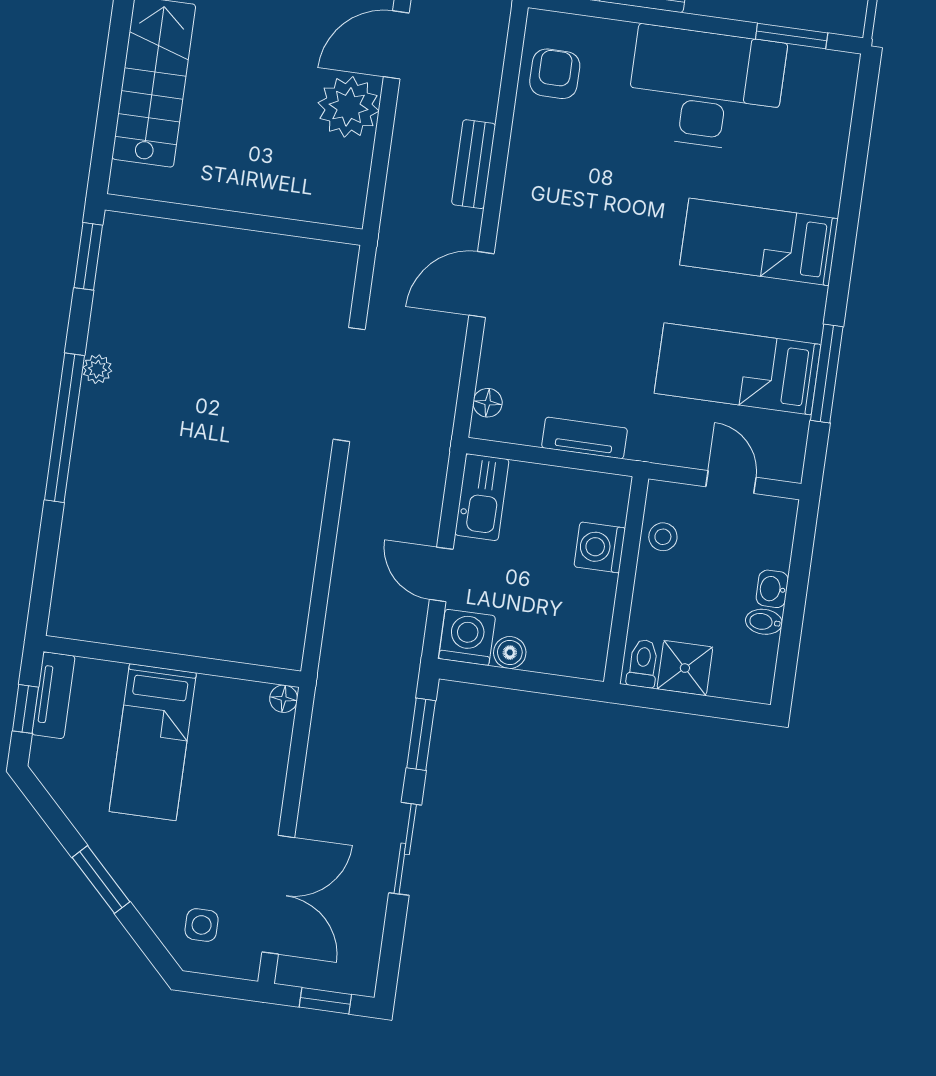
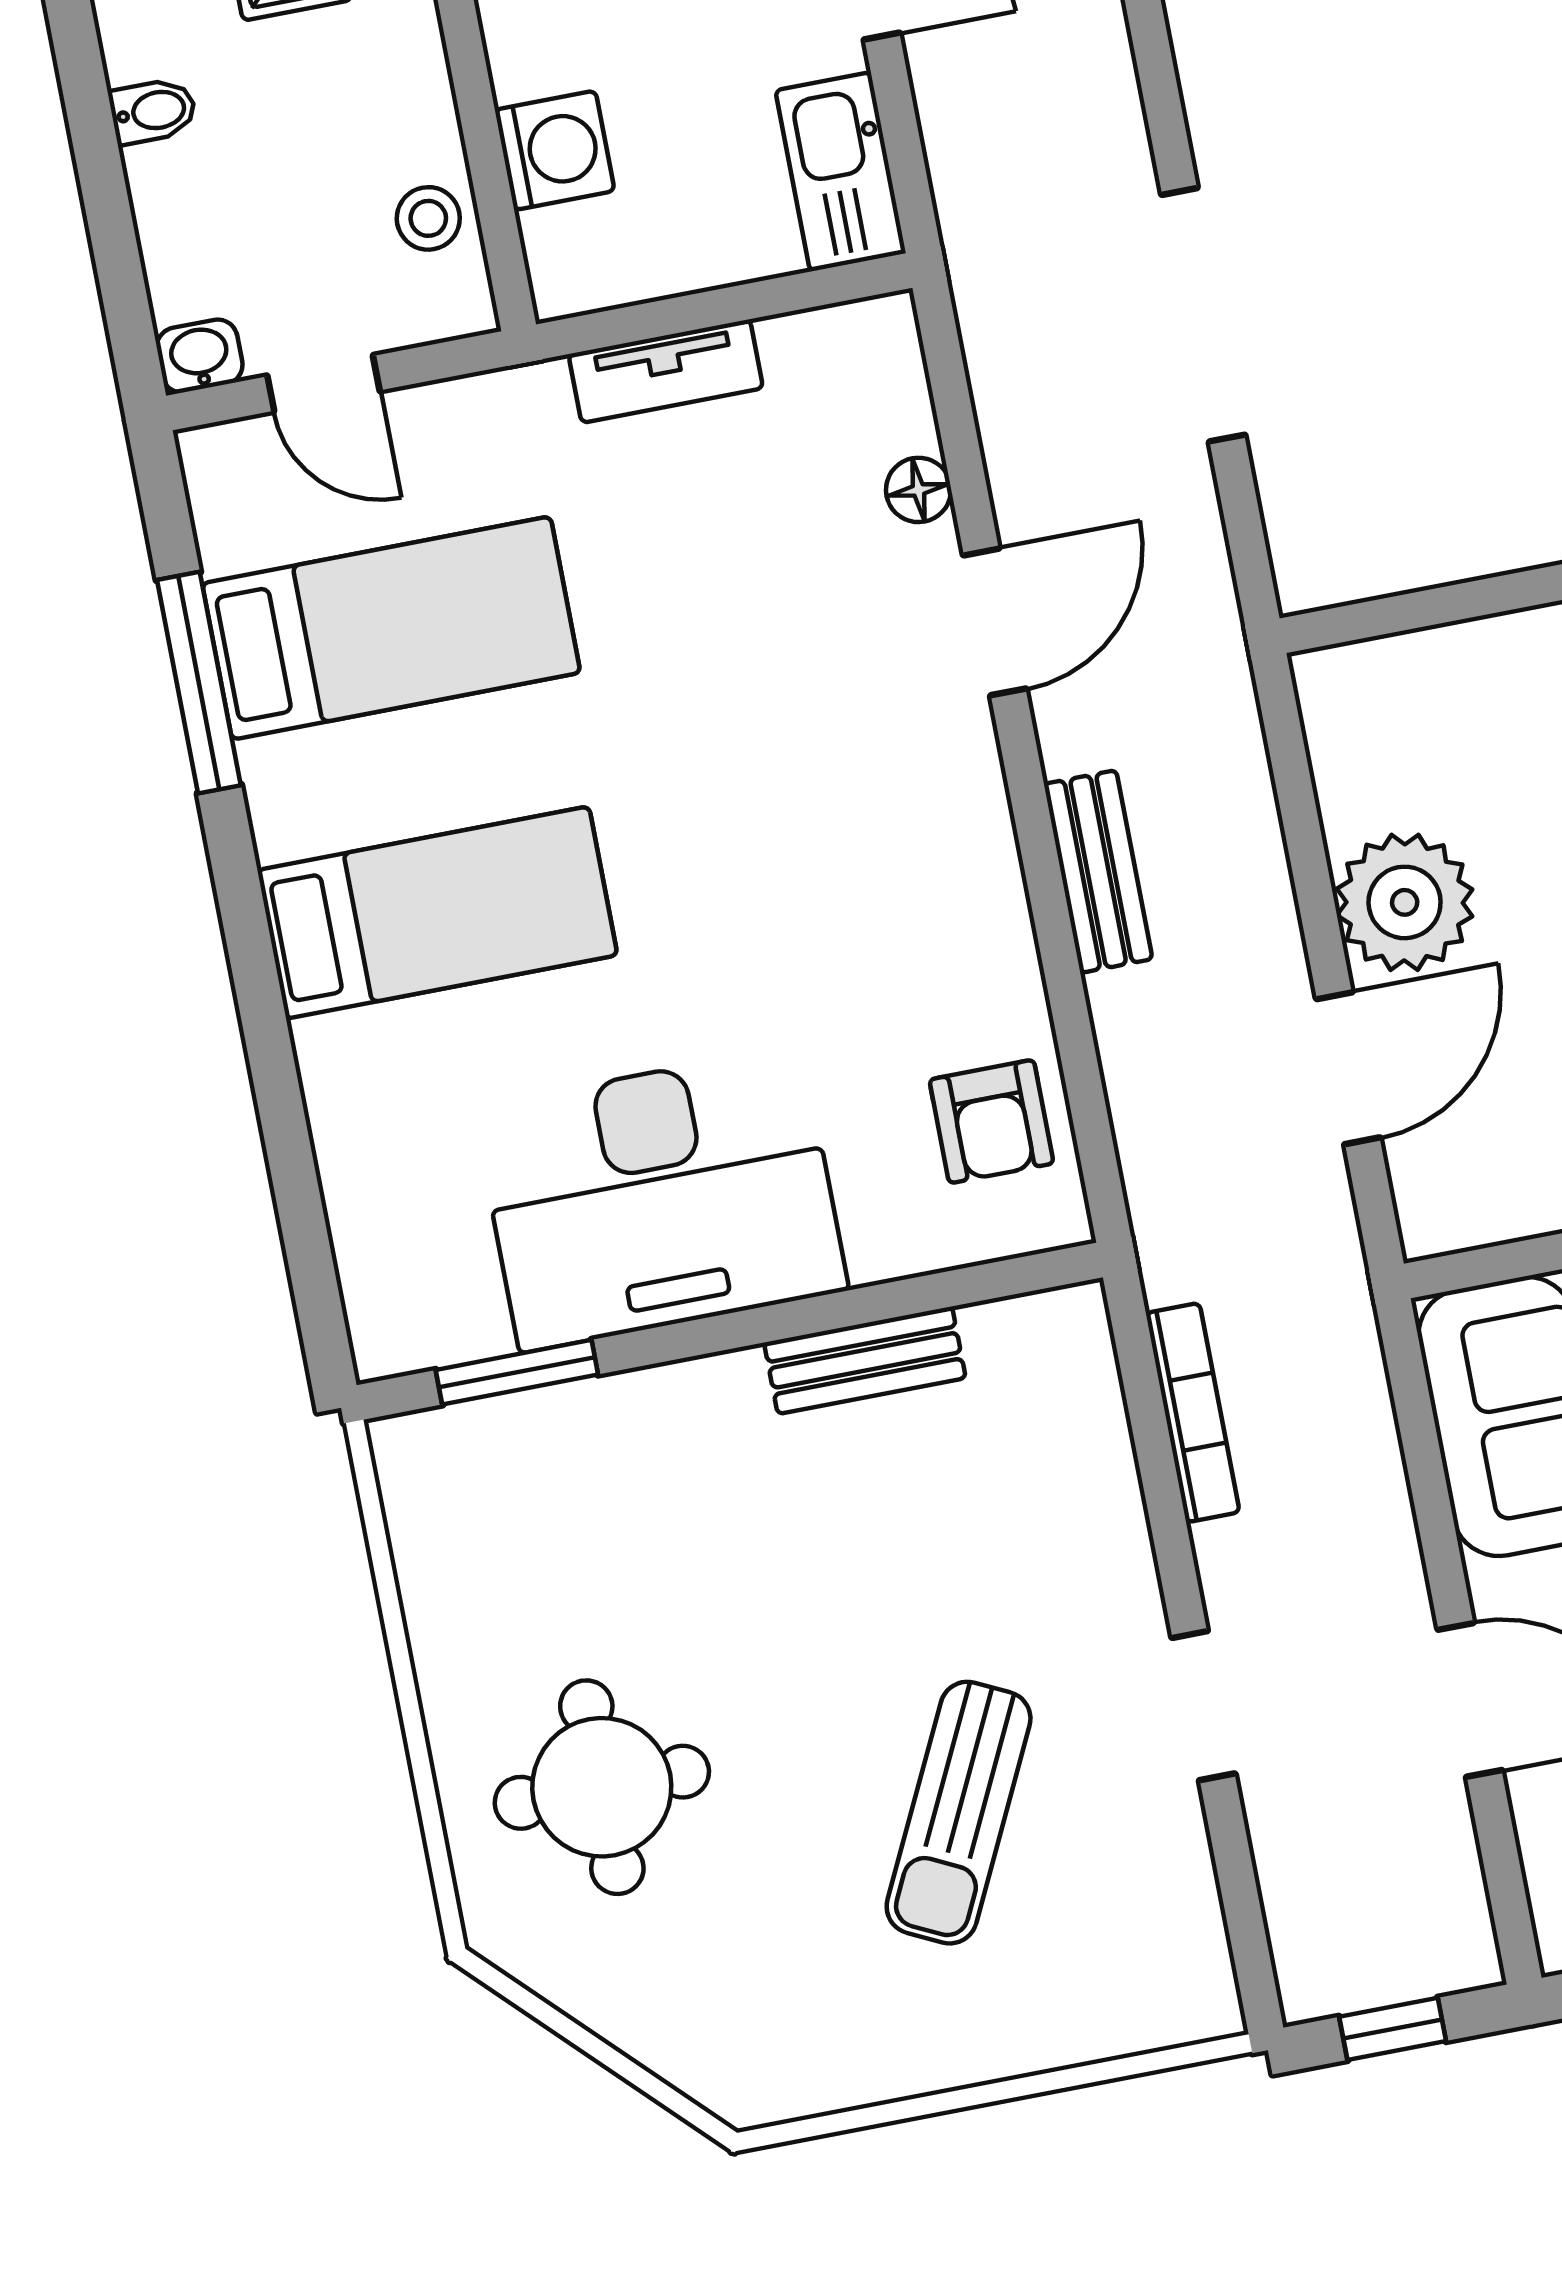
floor lamp: (488, 403) -> (918, 490), moved
washbasin: (772, 589) -> (200, 356), moved, turned -90

